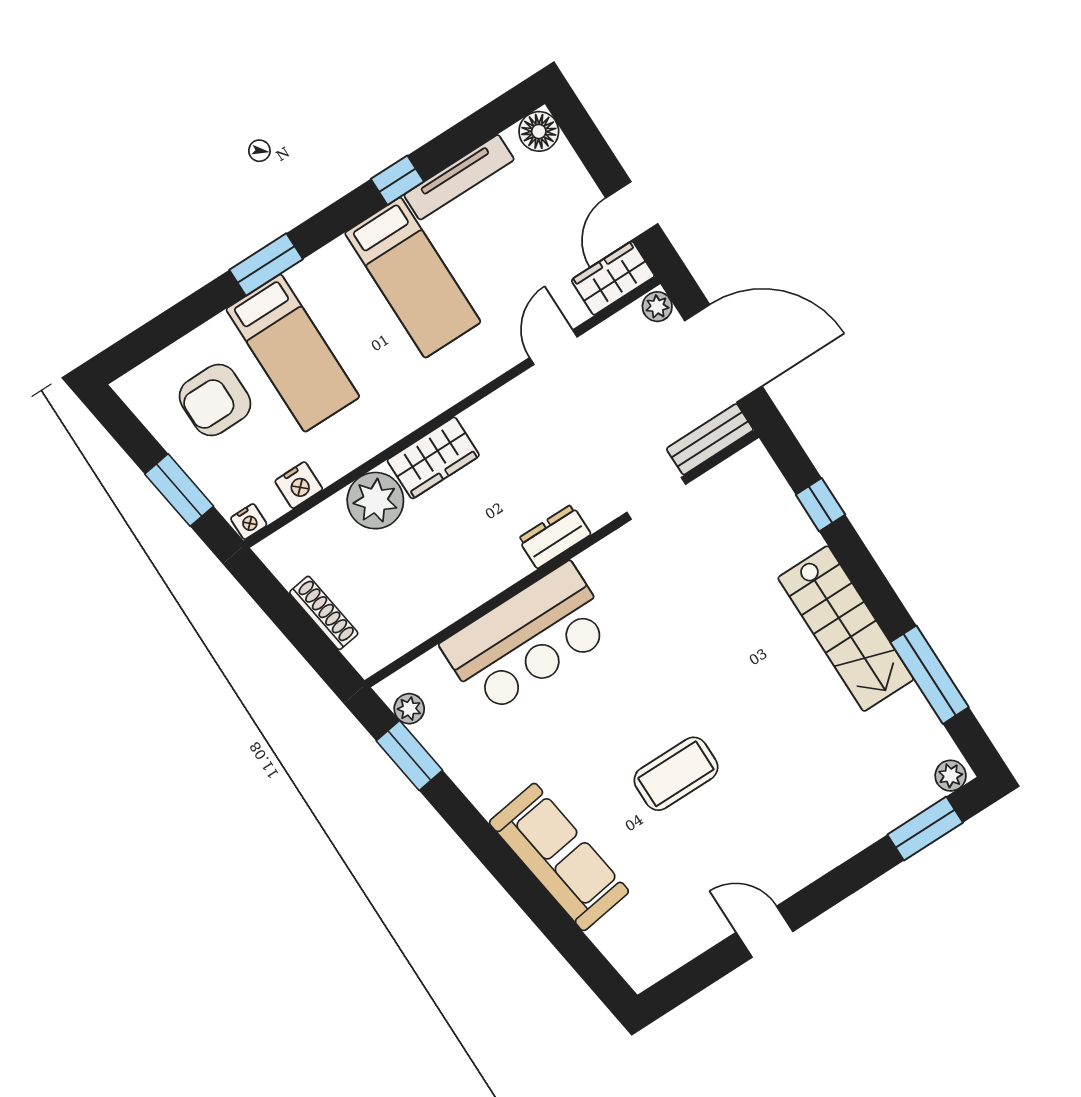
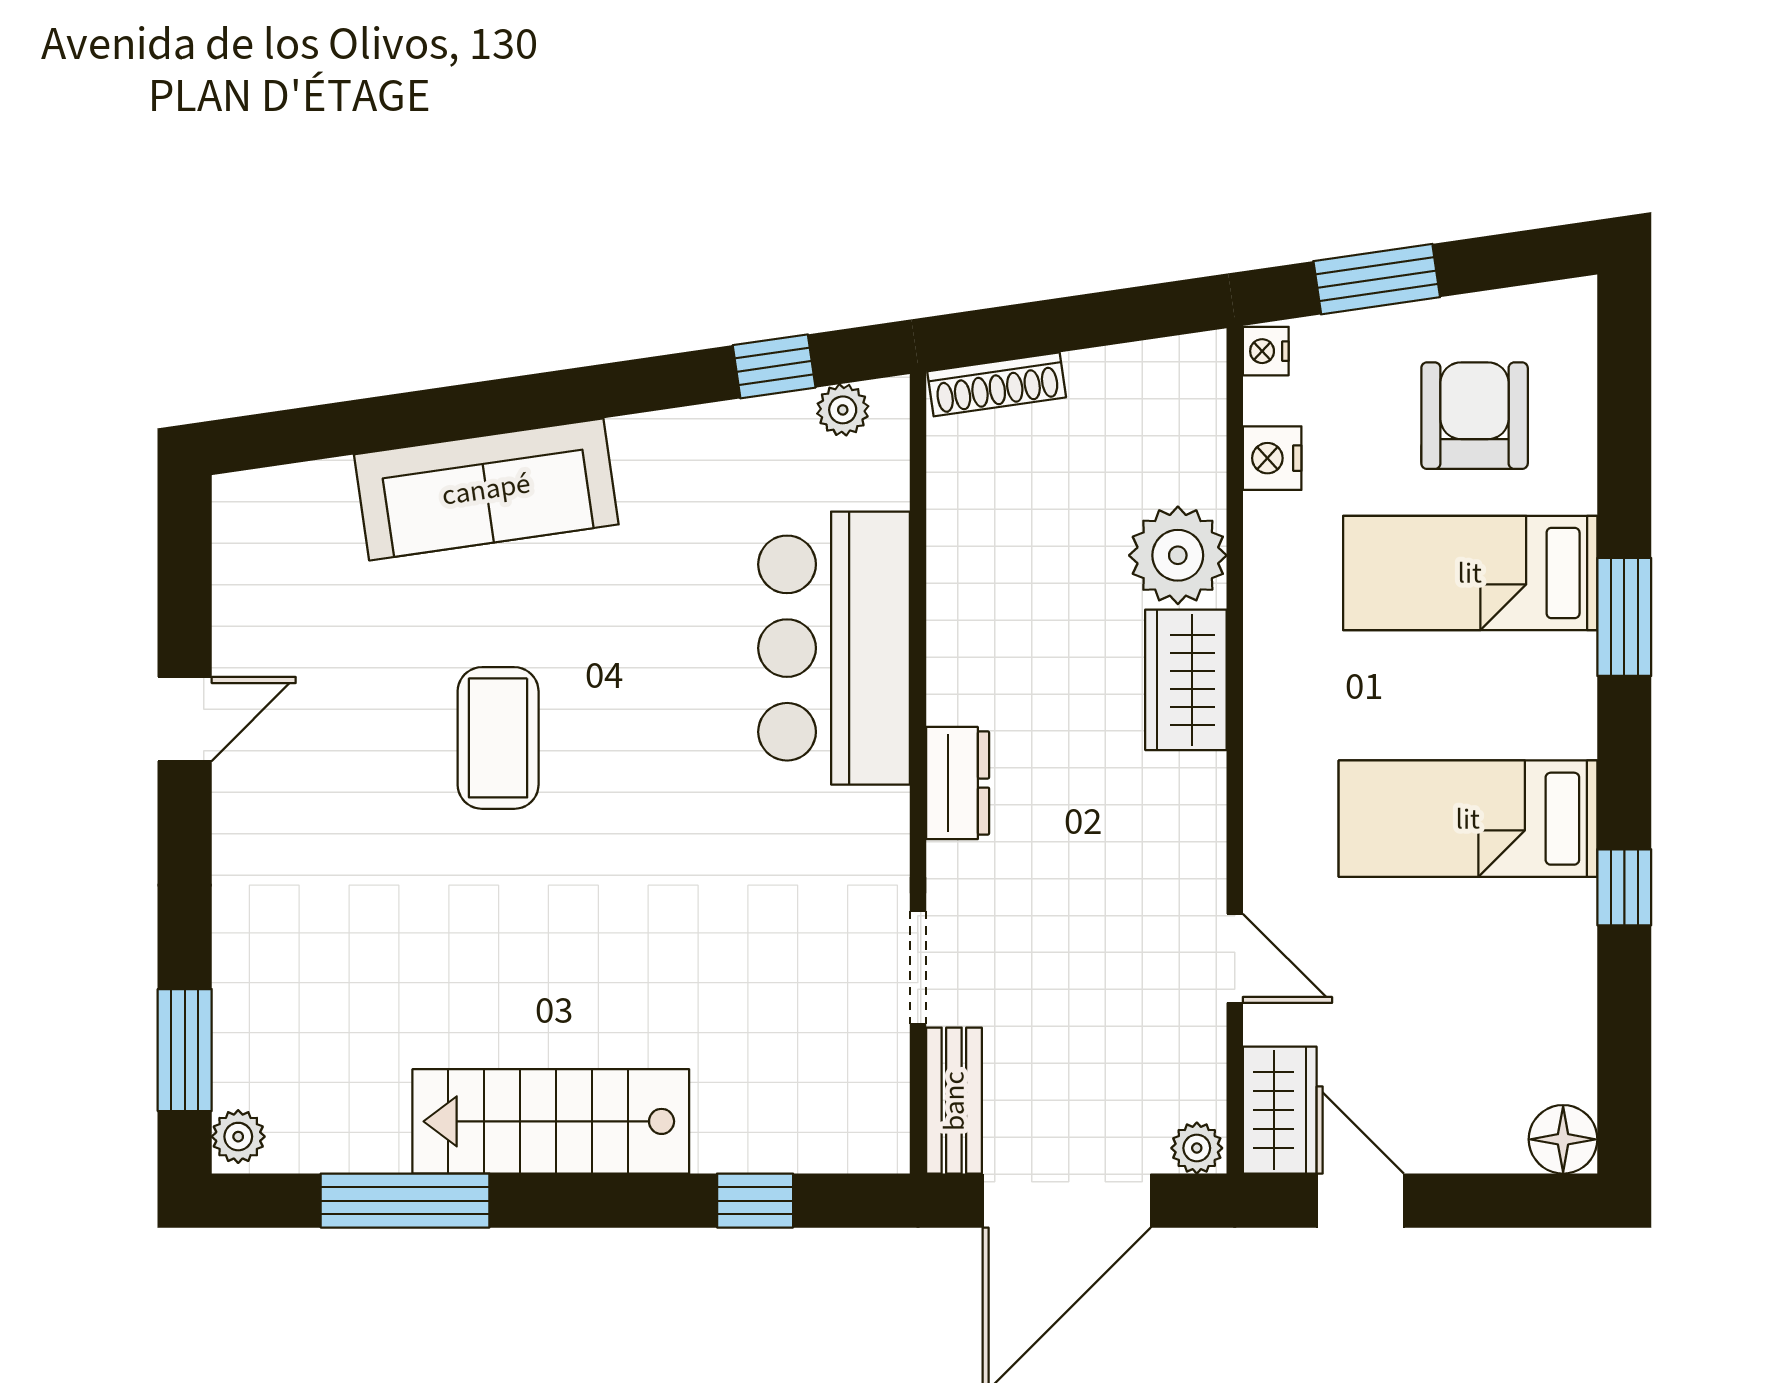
tv unit: (459, 177) -> (1571, 980), removed
shoe rack: (324, 613) -> (997, 384), moved
window: (409, 756) -> (774, 366), width x0.67

